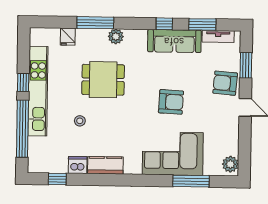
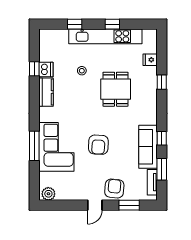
window: (95, 23) -> (162, 82), width x0.46
plant: (116, 36) -> (151, 99), removed
window: (22, 129) -> (75, 24), width x0.32
window: (57, 179) -> (34, 69), moved
window: (191, 181) -> (34, 146), moved

